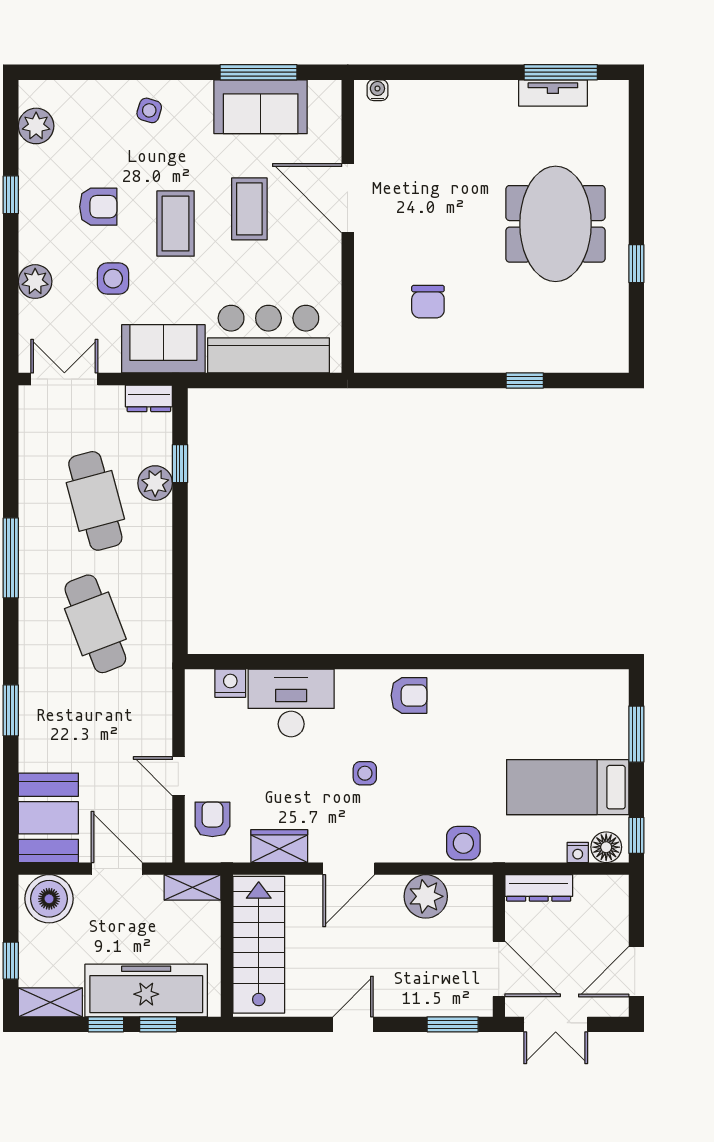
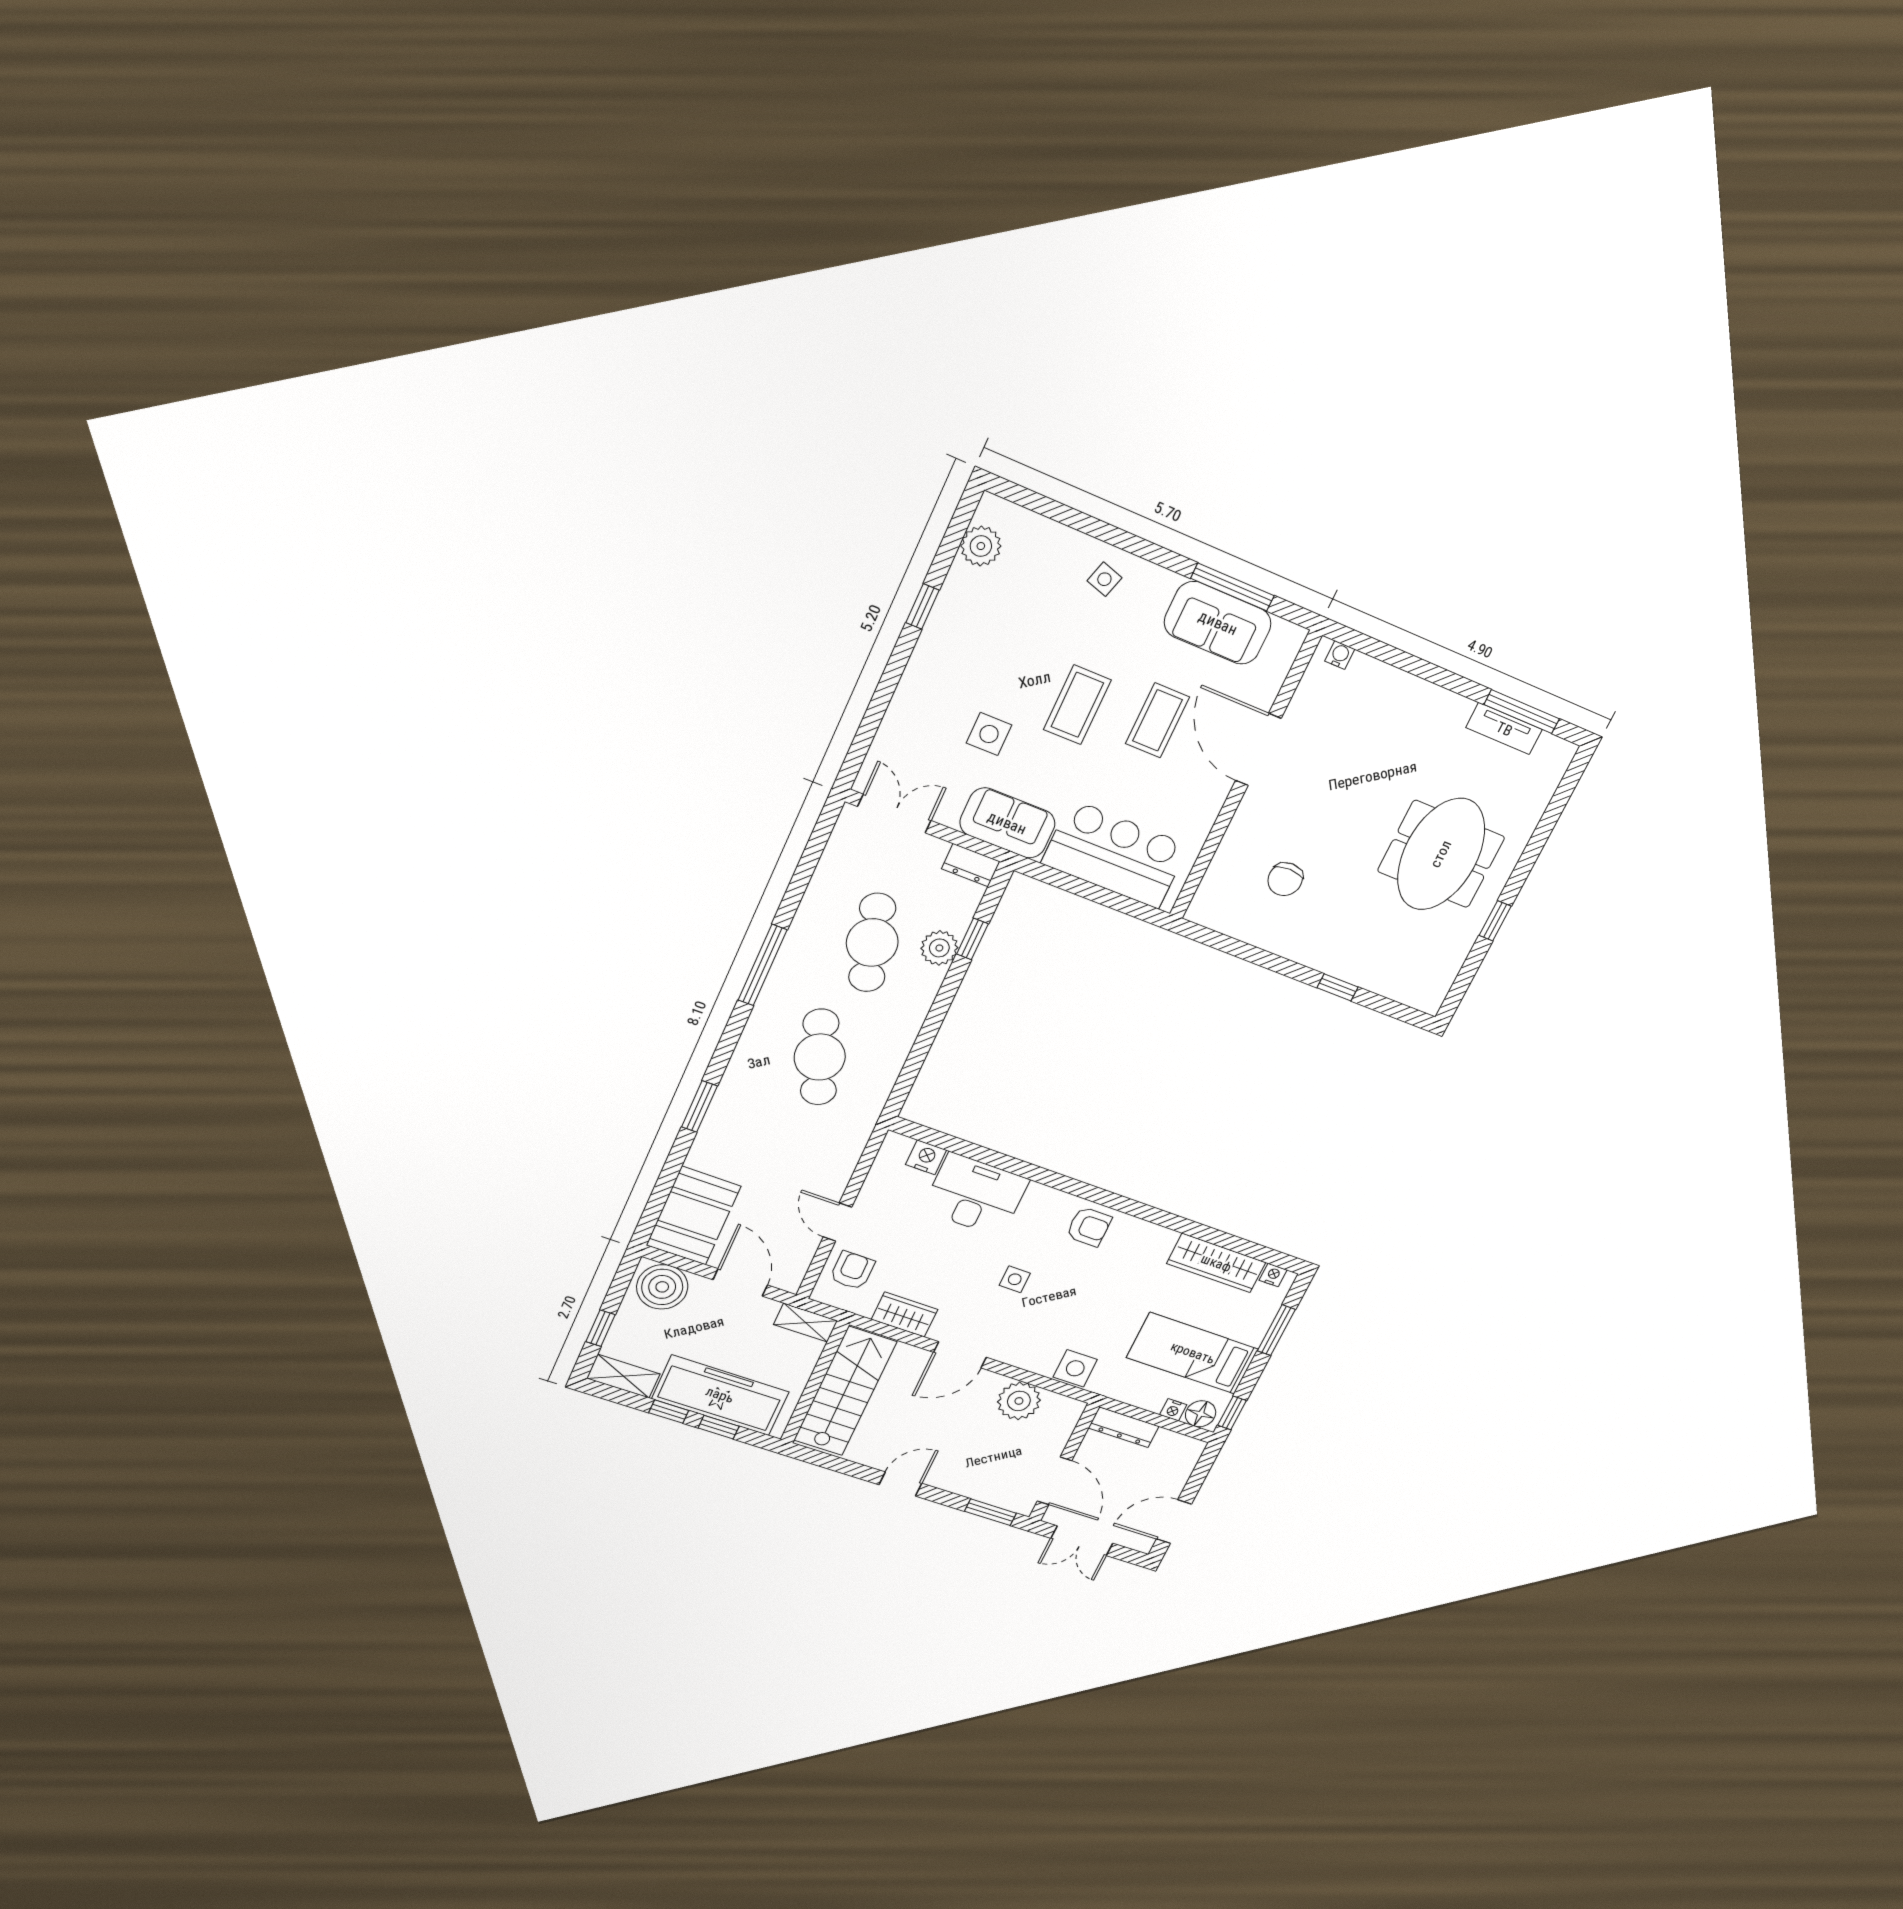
armchair: (98, 207) -> (1007, 656), removed
plant: (35, 282) -> (908, 705), removed
nightstand: (605, 679) -> (1273, 1275), added
wardrobe: (545, 687) -> (1216, 1263), added

